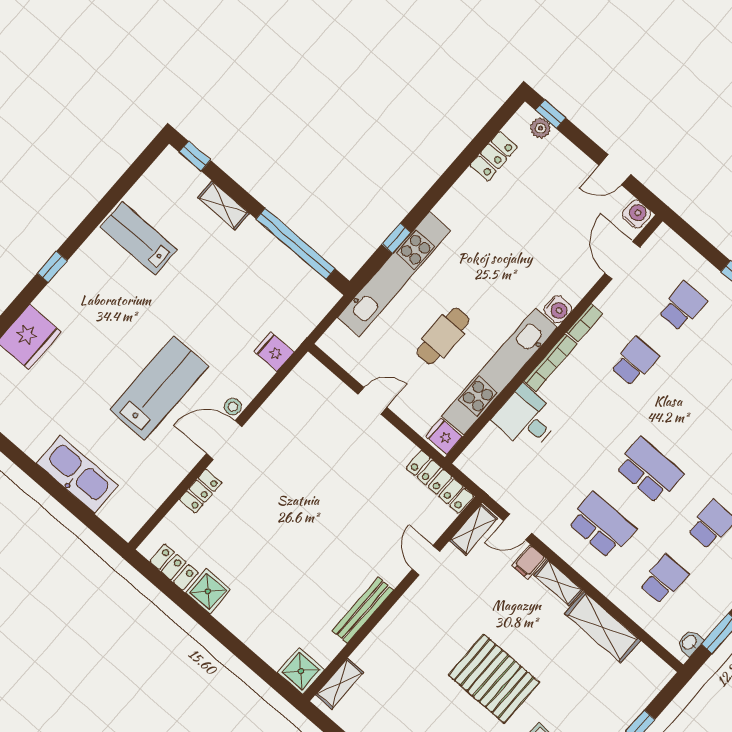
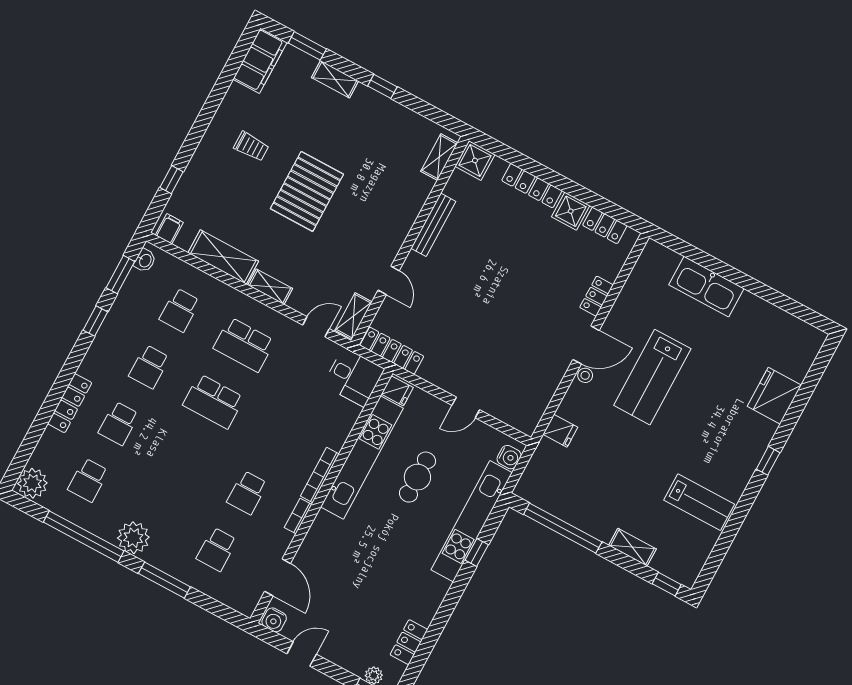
water cooler: (558, 309) -> (509, 457), moved, turned 180
desk: (526, 419) -> (354, 377), moved
filing cabinet: (529, 562) -> (169, 229), moved
locker: (244, 629) -> (532, 186), added
pallet: (494, 679) -> (307, 191), turned 90

